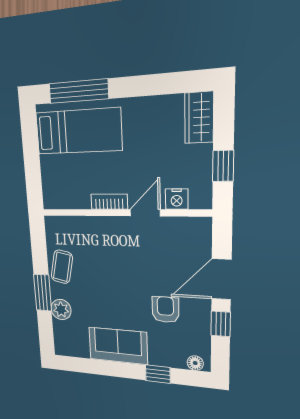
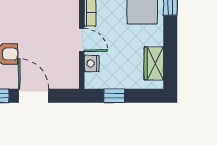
wardrobe: (199, 118) -> (154, 63), moved, turned -90

